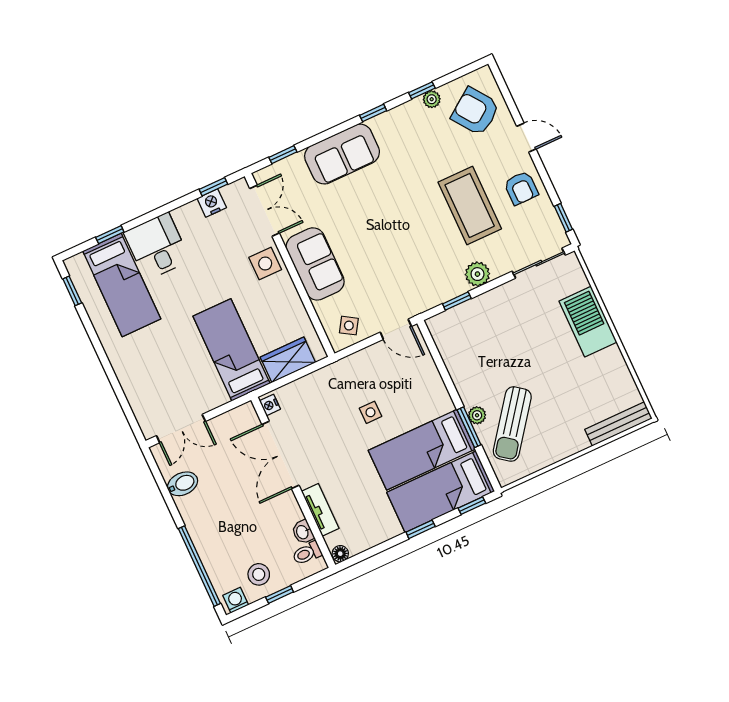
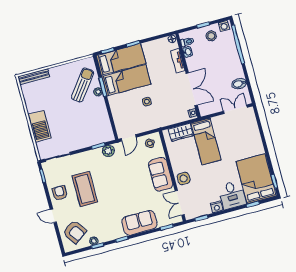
nightstand: (212, 203) -> (217, 207), moved
plant: (477, 274) -> (108, 151), moved
bed: (122, 285) -> (256, 179), width x1.50
door: (396, 329) -> (129, 138), swing flipped

